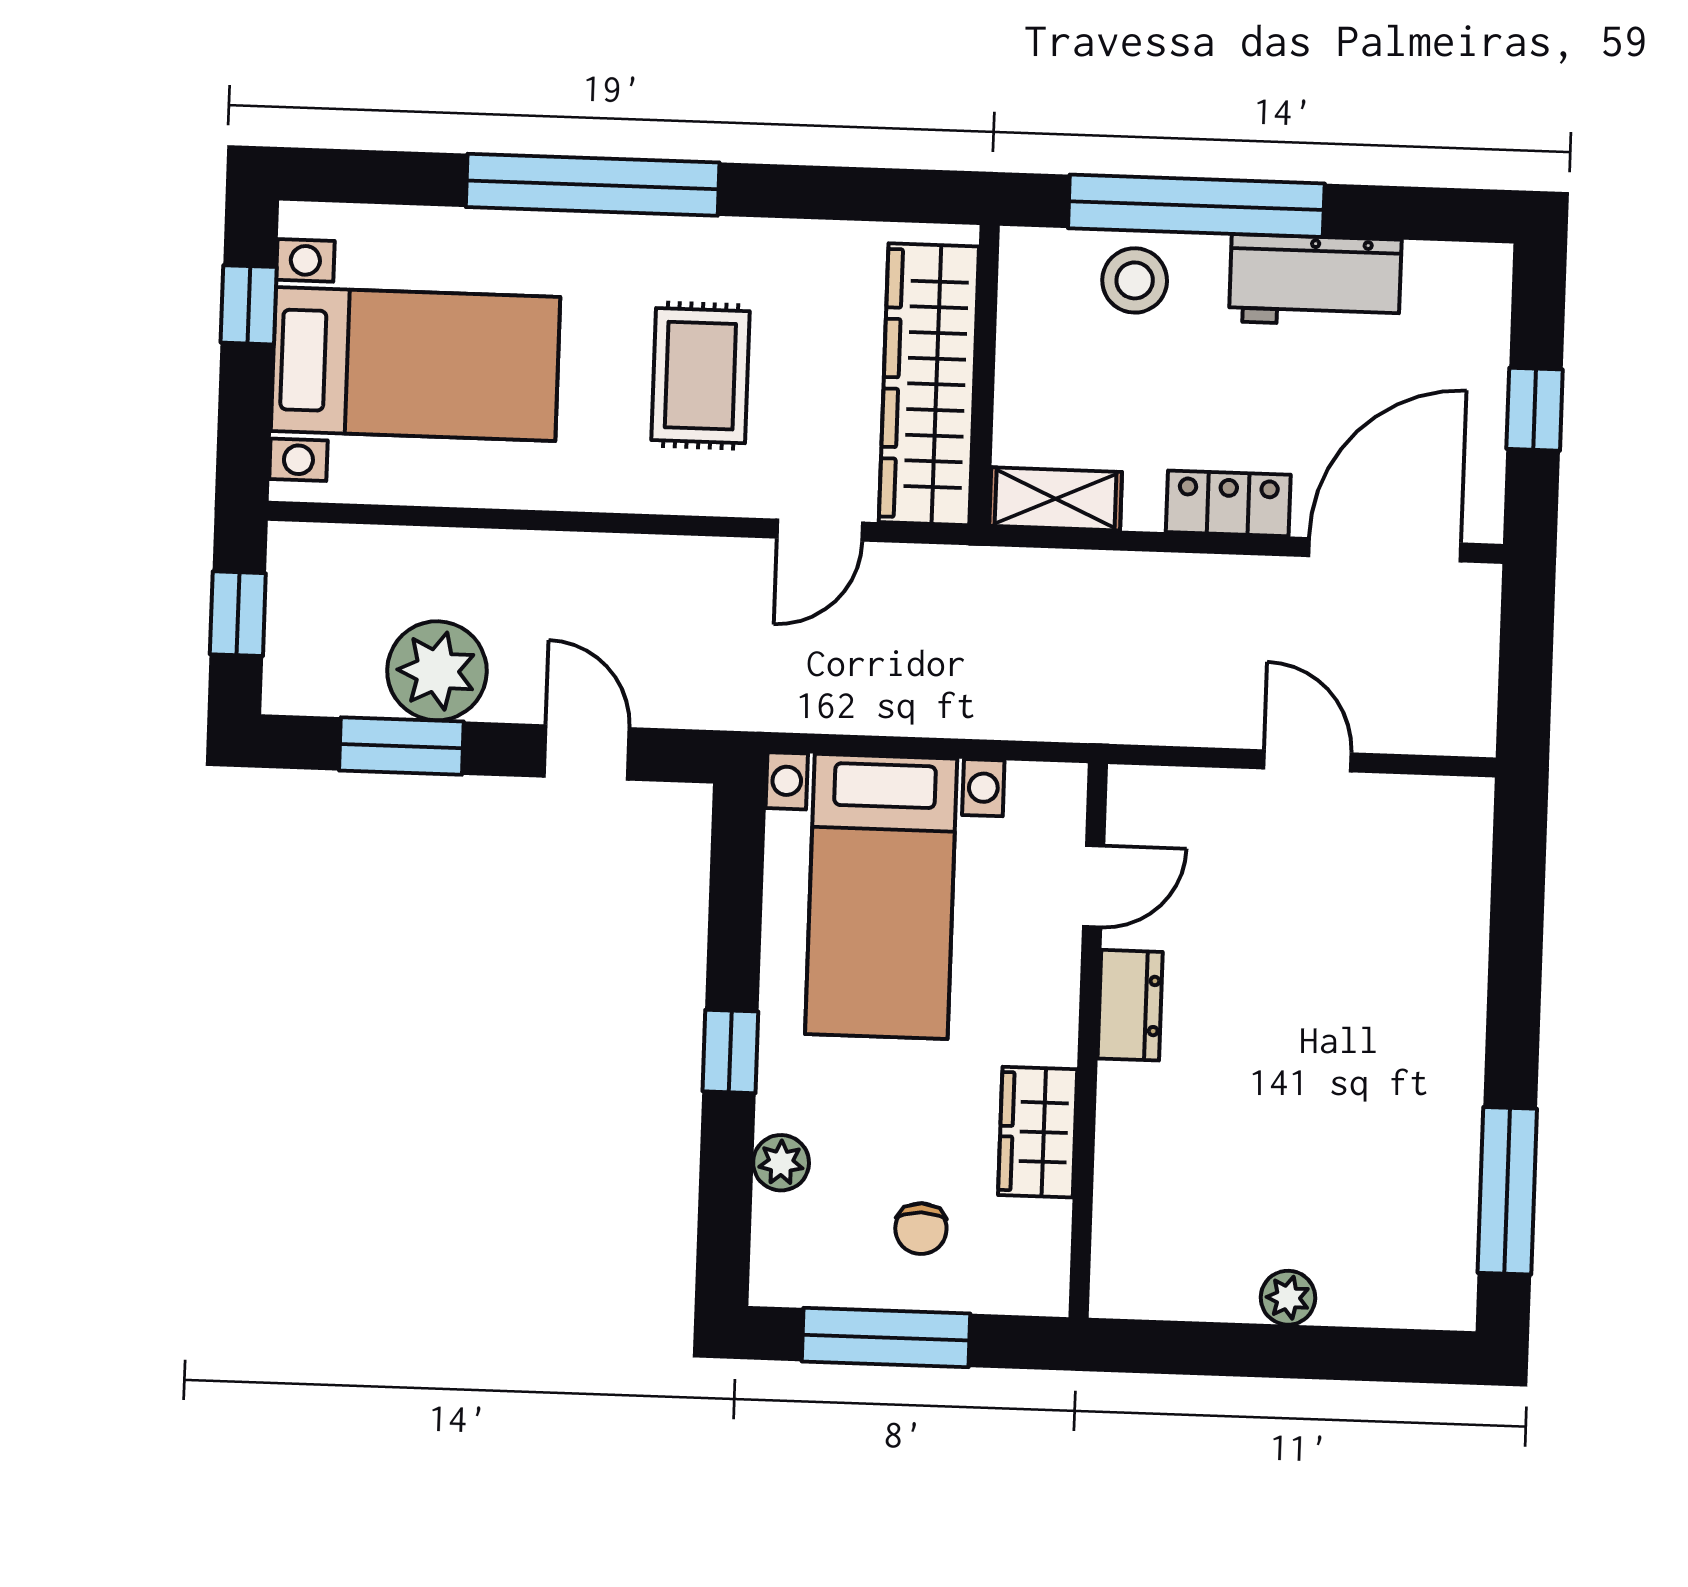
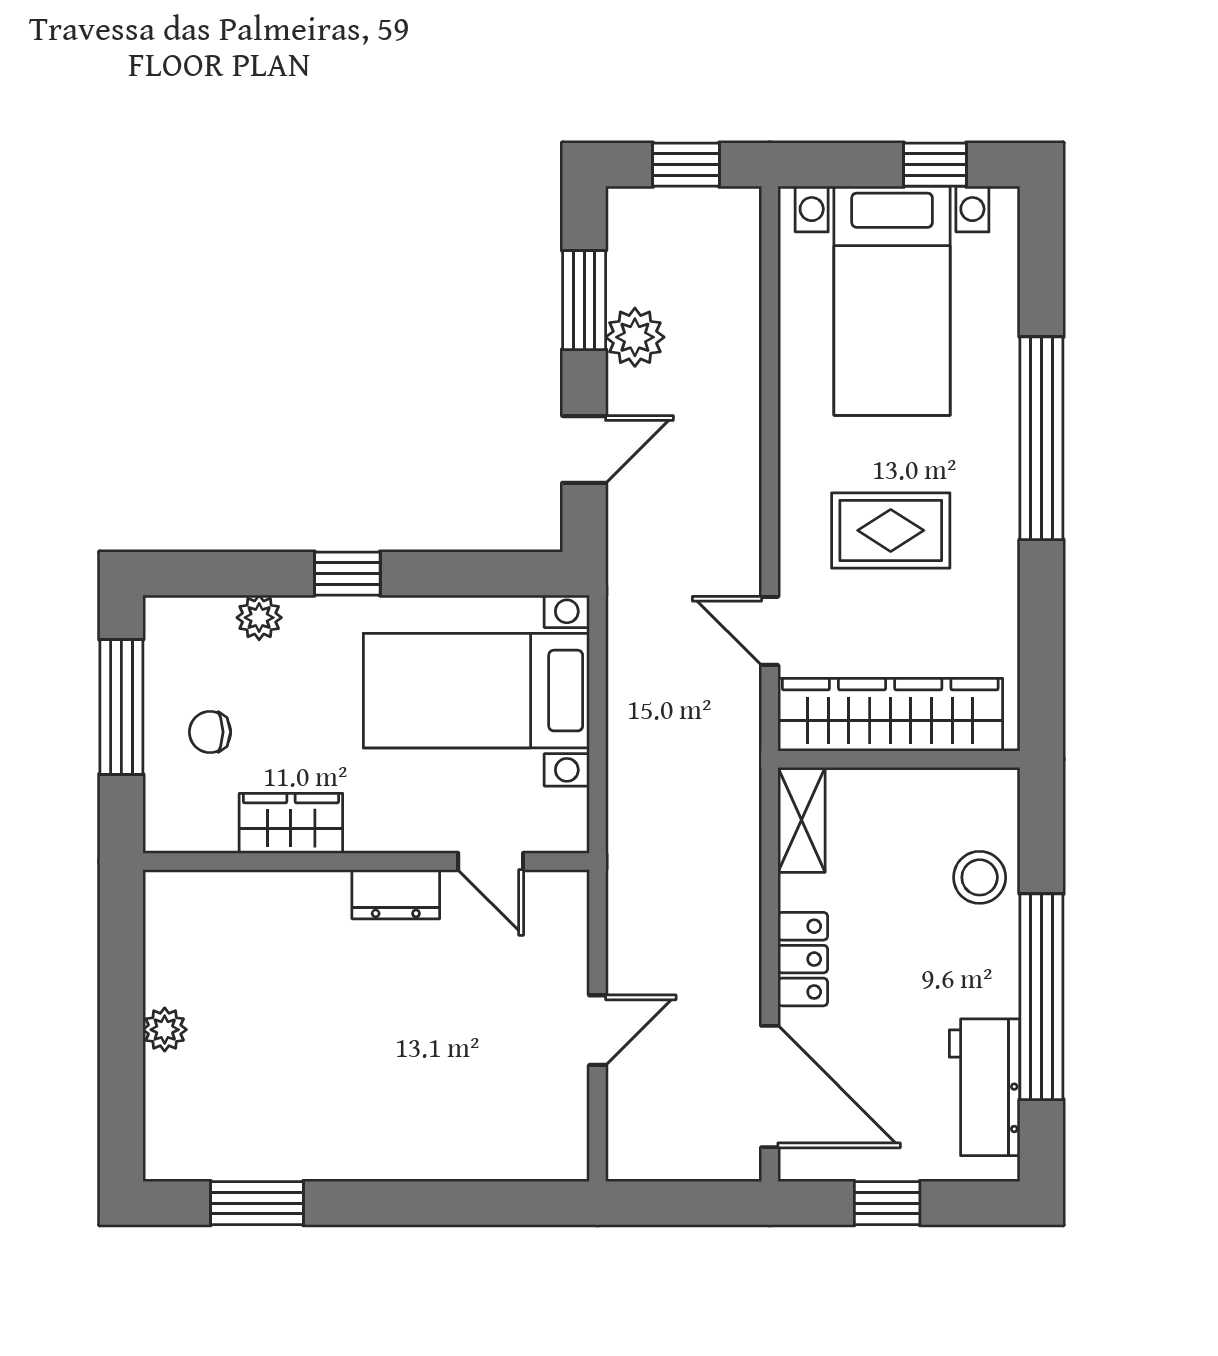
window: (1196, 206) -> (1041, 997), moved
workbench: (1315, 281) -> (985, 1087), moved
plant: (437, 671) -> (635, 337), width x0.73, depth x0.73
window: (1507, 1191) -> (257, 1203), width x0.69

